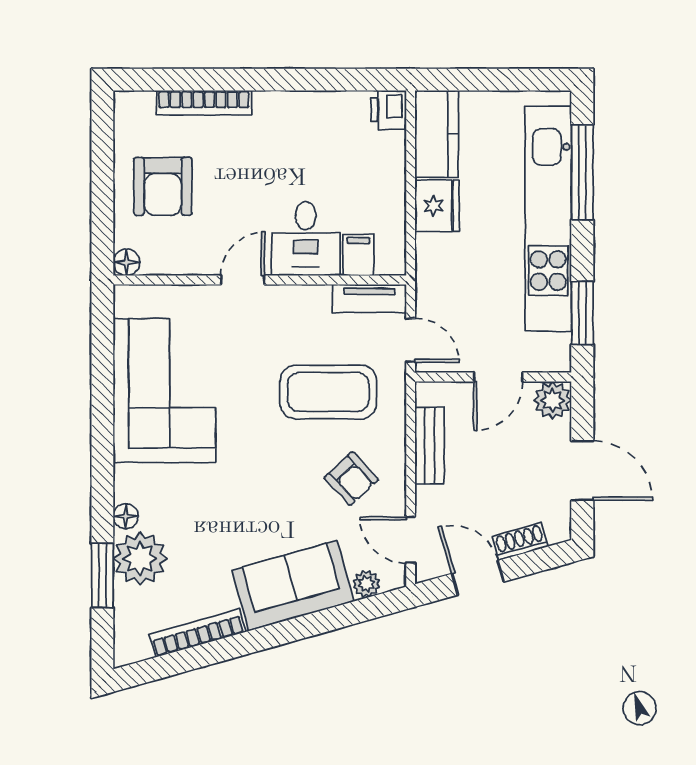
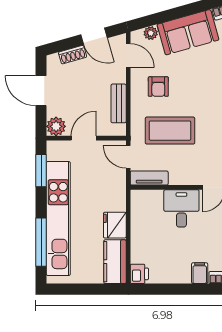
filing cabinet: (359, 255) -> (200, 273), moved, turned 180
armchair: (351, 479) -> (158, 87), turned -137

